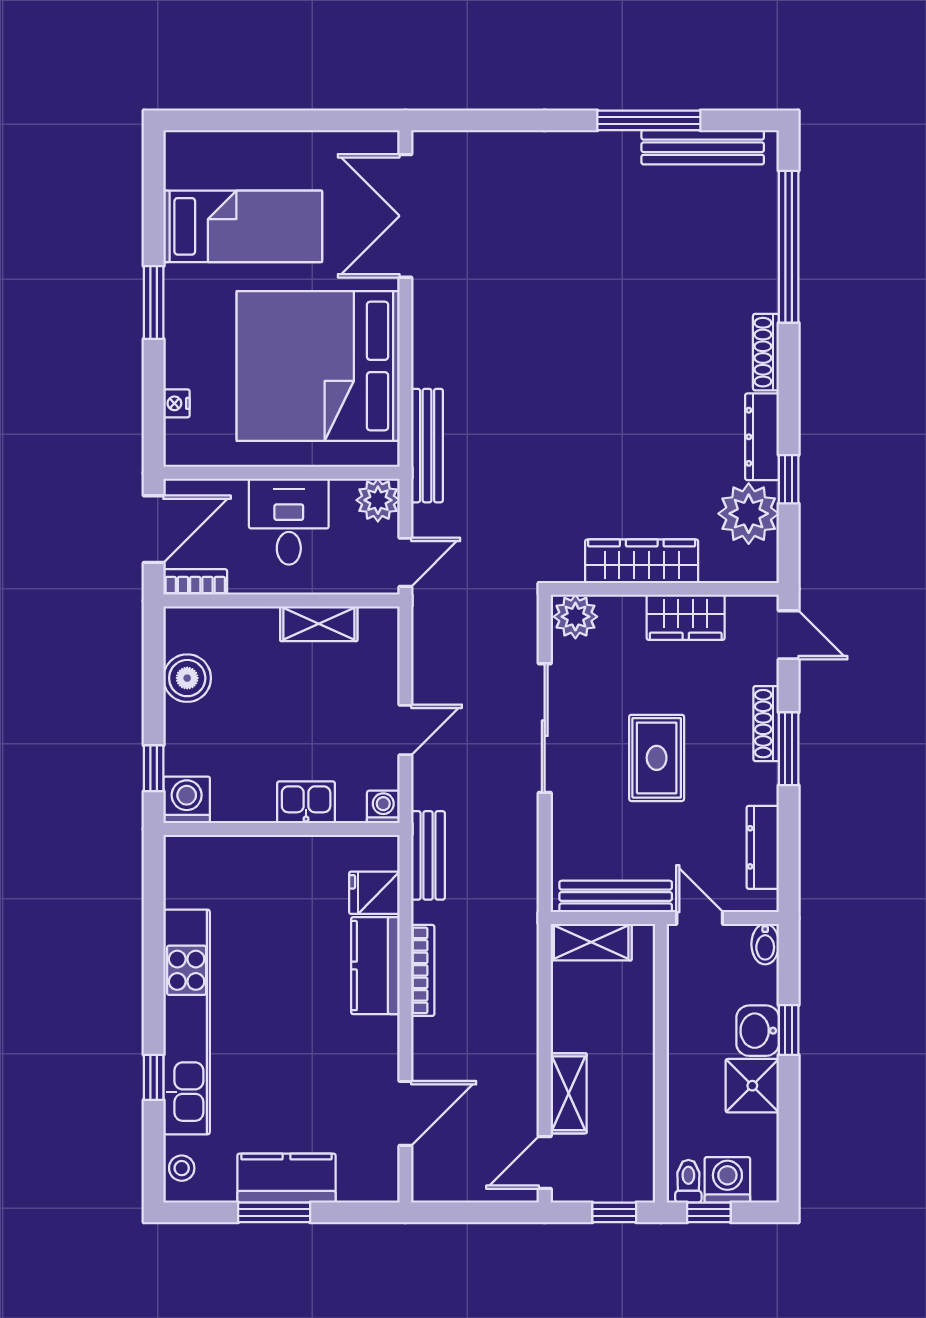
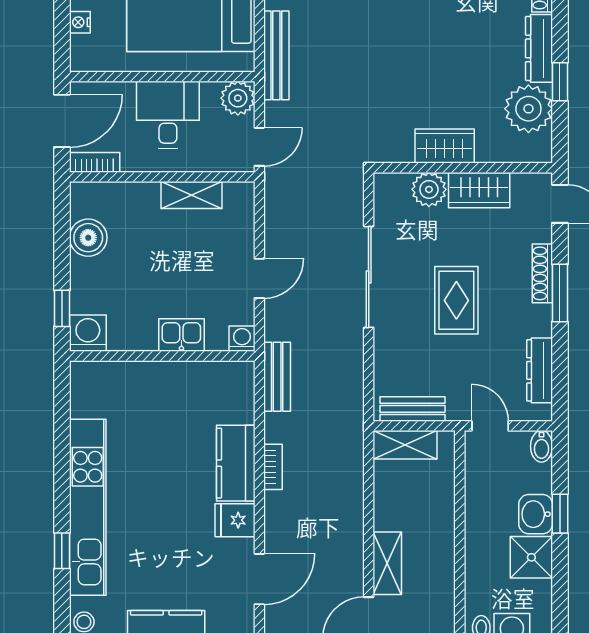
wardrobe: (642, 561) -> (445, 146), width x0.67
plant: (575, 617) -> (429, 189), moved
fridge: (374, 893) -> (235, 520), moved
bench: (616, 896) -> (412, 409), width x0.73
bookcase: (423, 970) -> (273, 467), width x0.64

